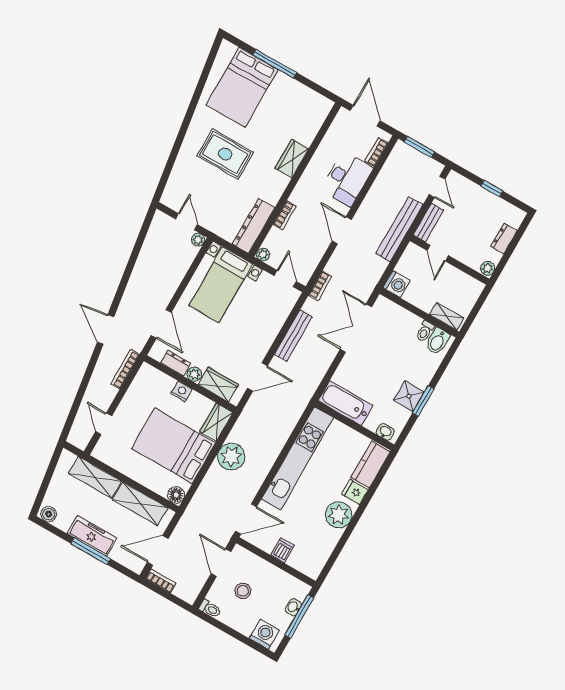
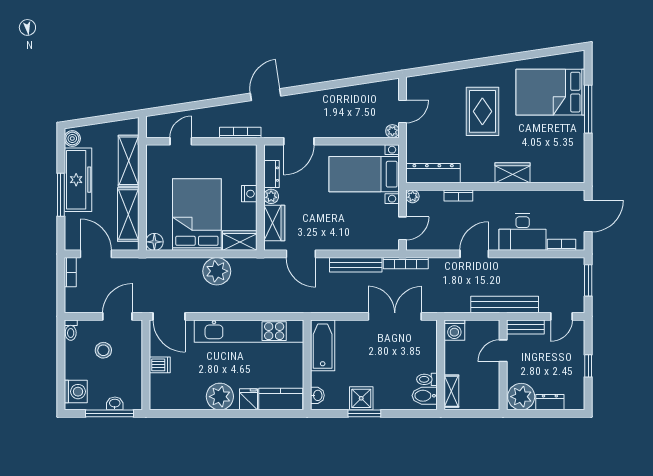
plant: (488, 268) -> (521, 397), width x1.88, depth x1.88
bookcase: (320, 286) -> (406, 263), width x1.56
freezer: (92, 536) -> (78, 180), width x1.36, depth x1.26

